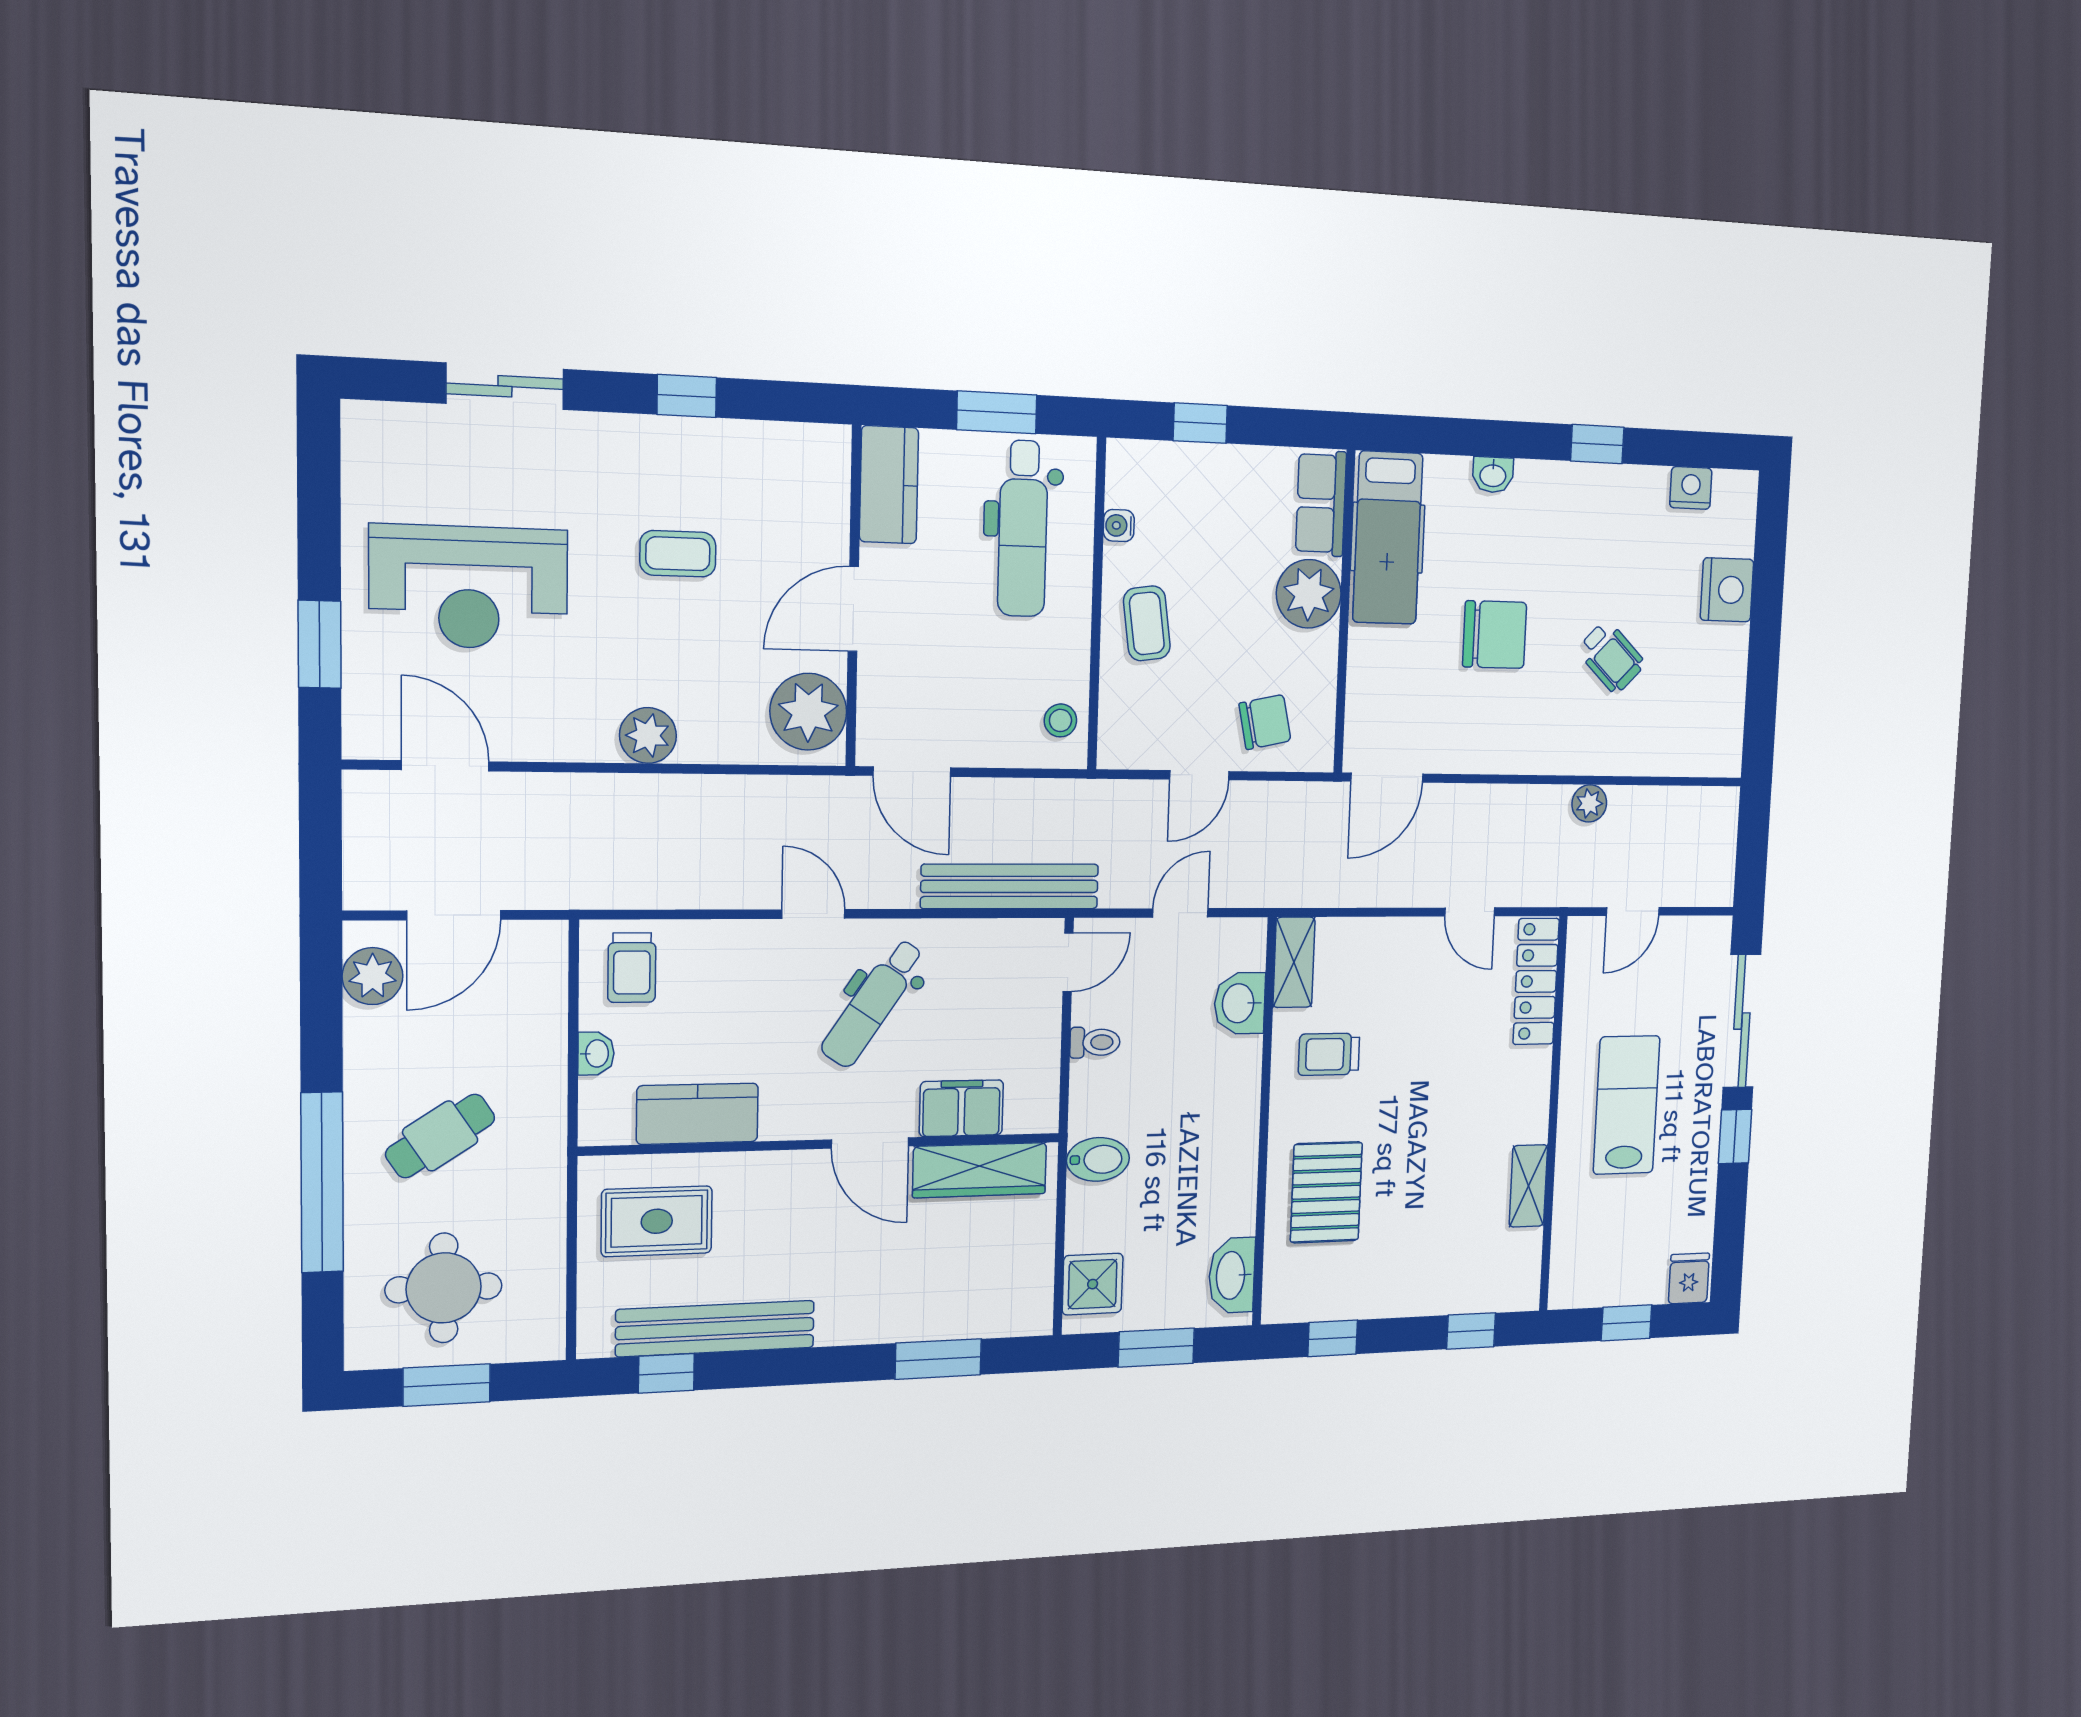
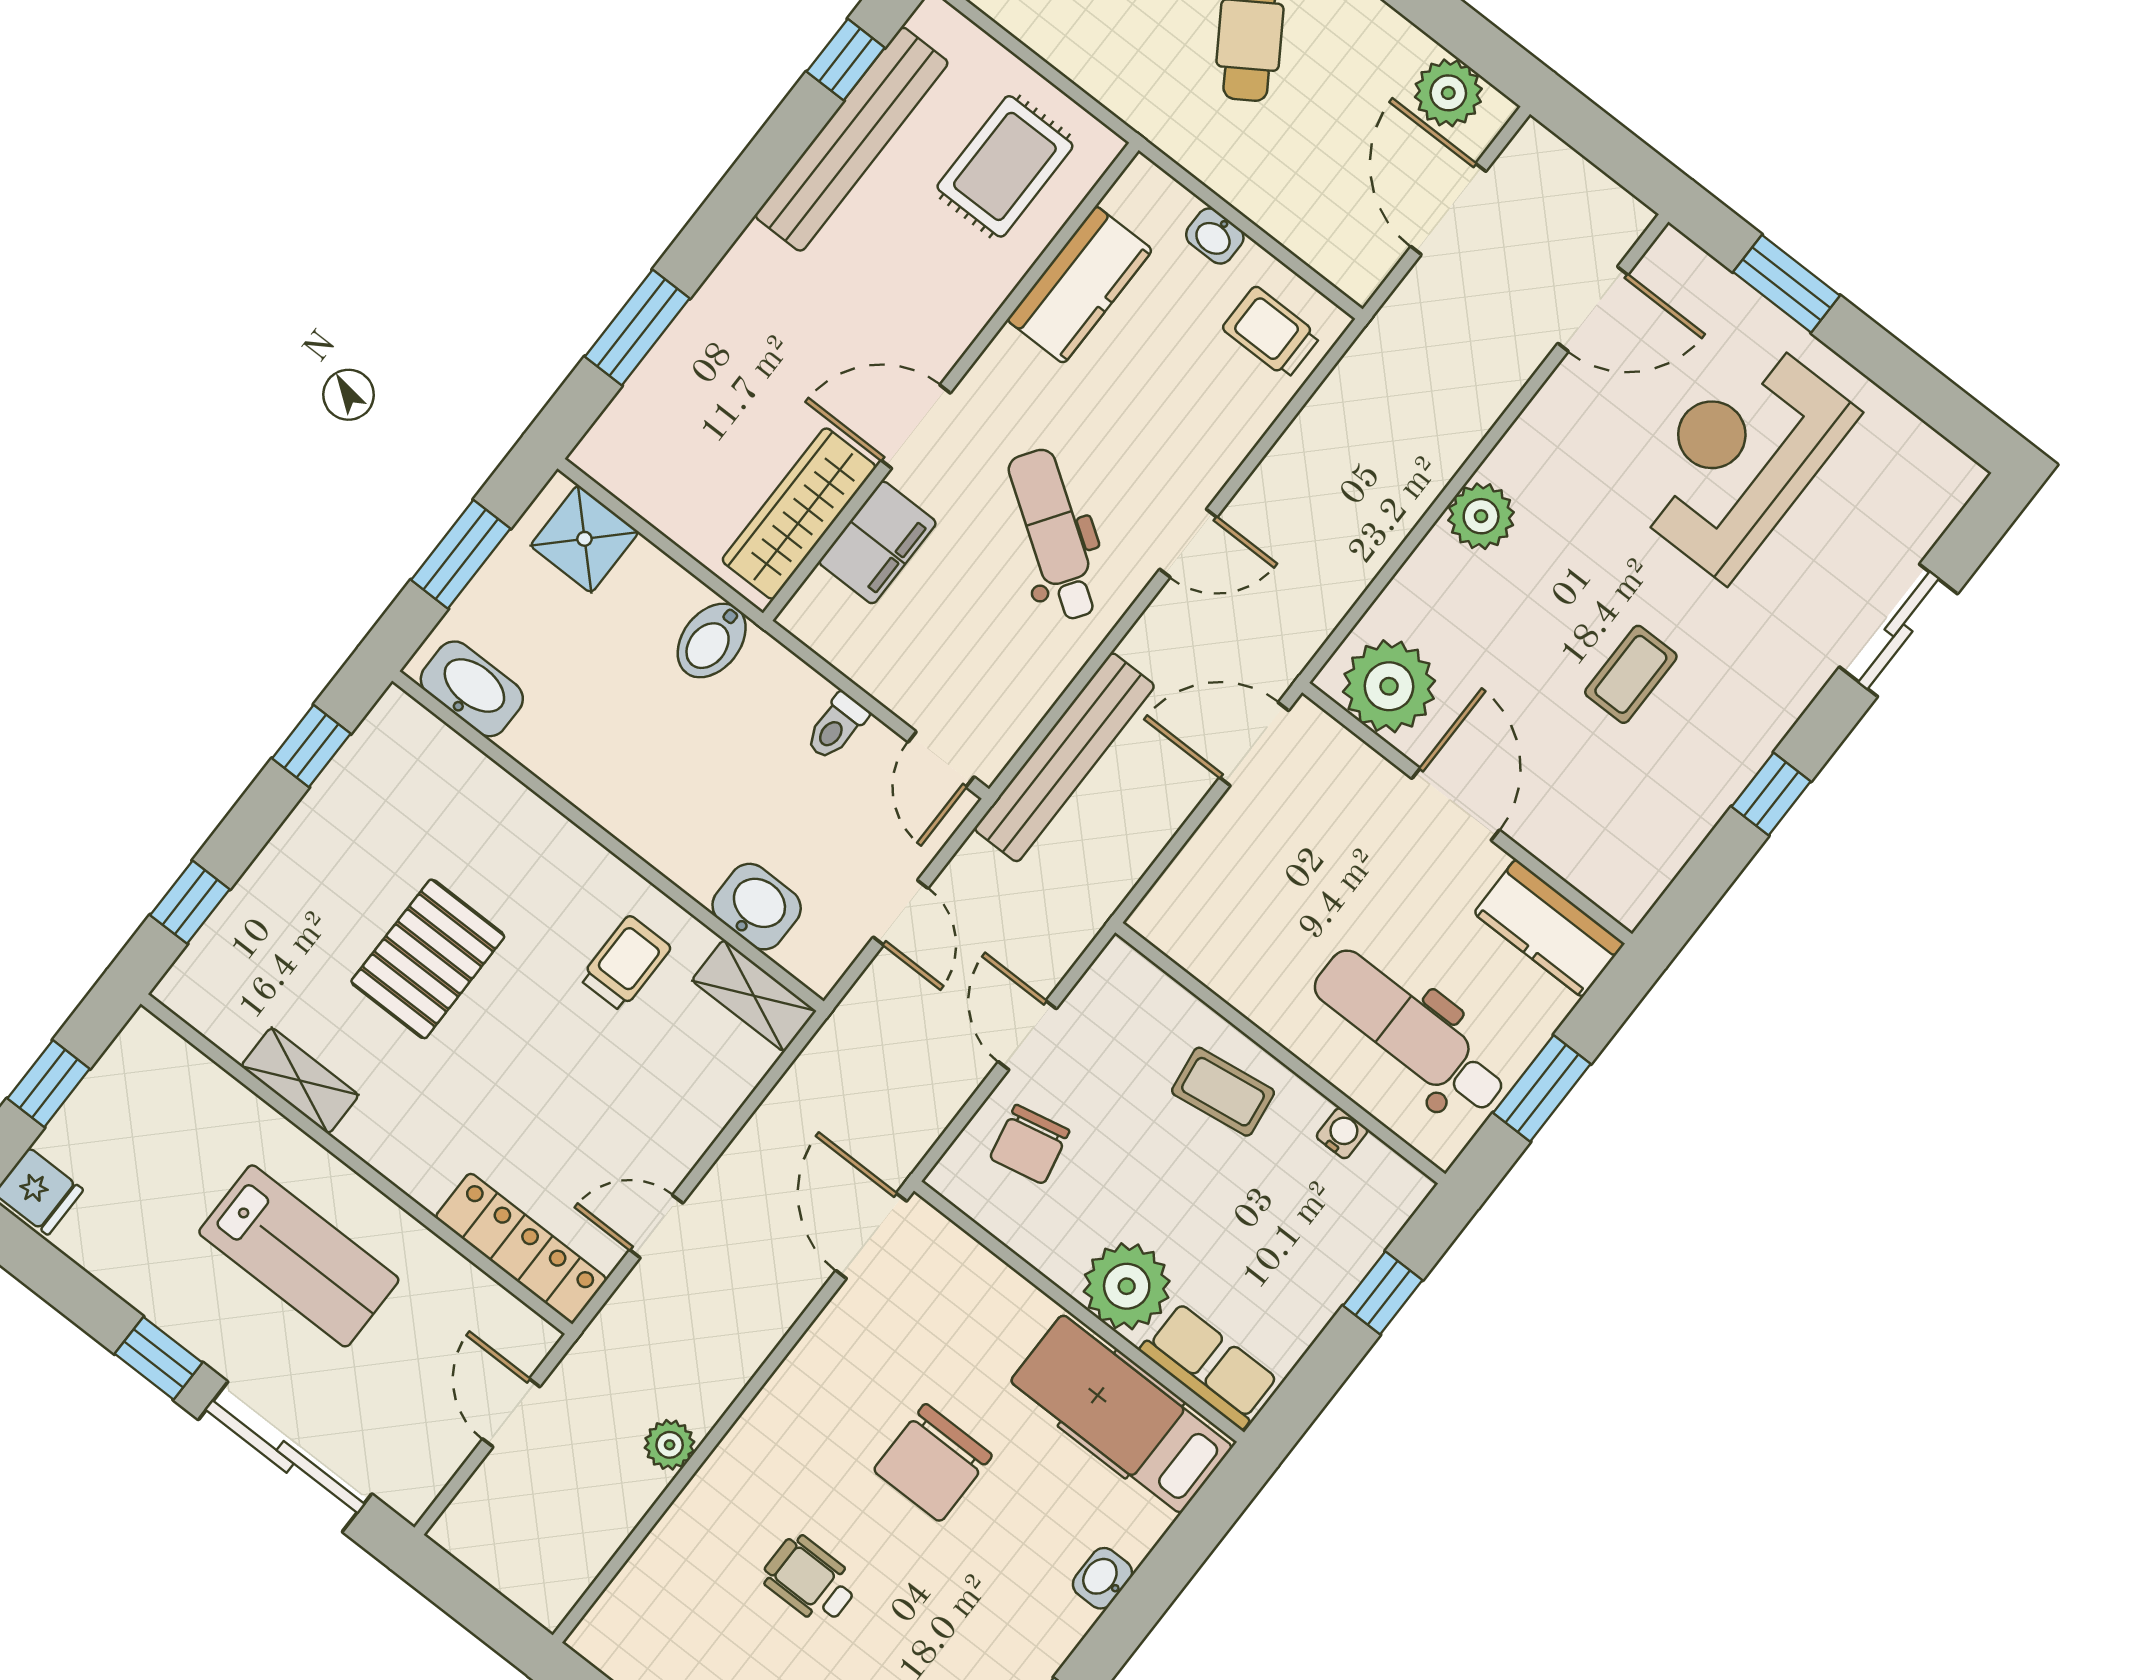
wheelchair: (1611, 657) -> (810, 1580), turned 46
stool: (1060, 720) -> (1192, 931), removed
pallet: (1326, 1192) -> (428, 959), moved, turned 90

